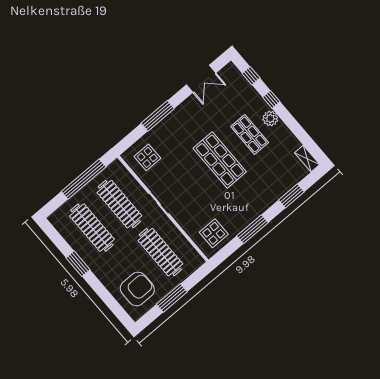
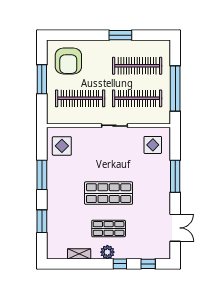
double door: (201, 79) -> (175, 228), swing flipped
shelving: (307, 159) -> (79, 254), moved

